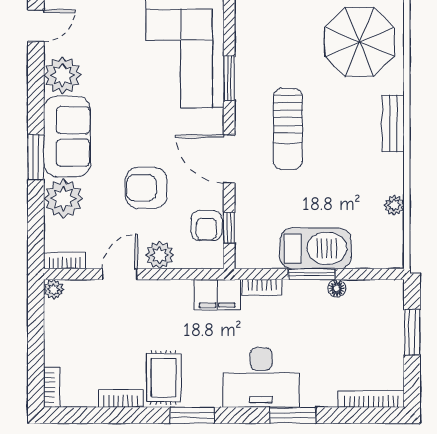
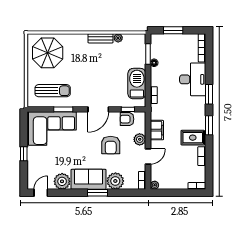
door: (36, 26) -> (41, 193), hinge flipped
bench: (393, 124) -> (101, 38), moved
sun lounger: (288, 129) -> (53, 91), moved
armchair: (206, 226) -> (127, 119), turned 180
barbecue: (315, 248) -> (137, 84), moved
door: (120, 274) -> (148, 156), swing flipped
window: (312, 274) -> (148, 54), moved
filing cabinet: (217, 295) -> (157, 130), moved
desk: (261, 377) -> (193, 79), moved
window: (293, 415) -> (209, 94), moved

